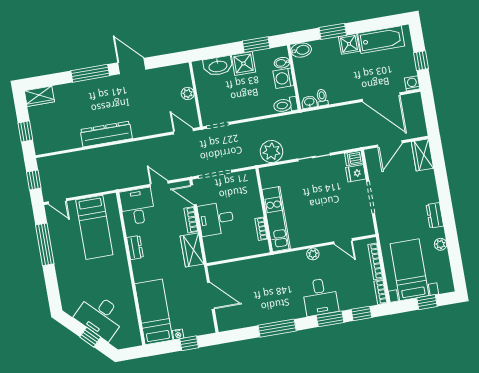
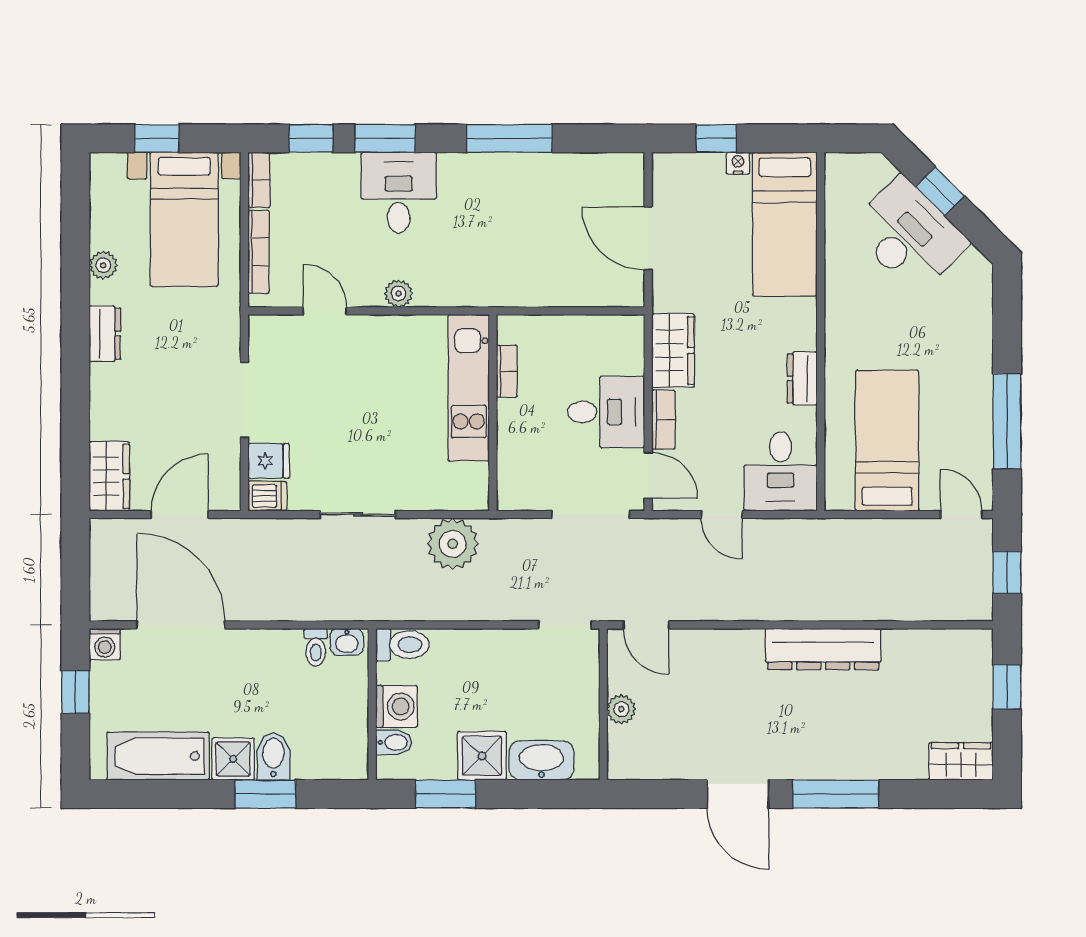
bidet: (301, 50) -> (273, 756), moved, turned 90

